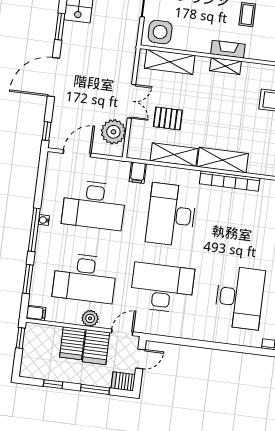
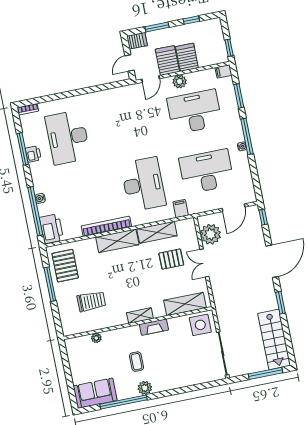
fireplace: (228, 49) -> (154, 327), moved
desk: (162, 288) -> (131, 125), removed

